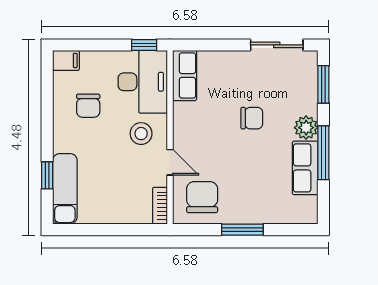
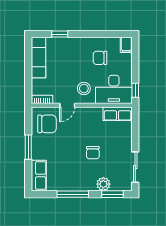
plant: (306, 128) -> (103, 184), moved
row of seats: (305, 168) -> (39, 176), moved, turned 90
exam couch: (65, 189) -> (39, 58), moved, turned -90

